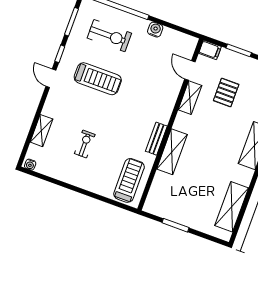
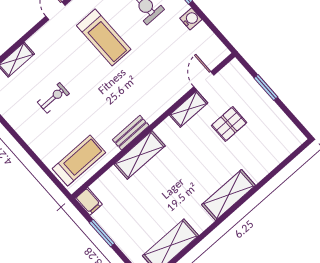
filing cabinet: (210, 50) -> (89, 201), moved

